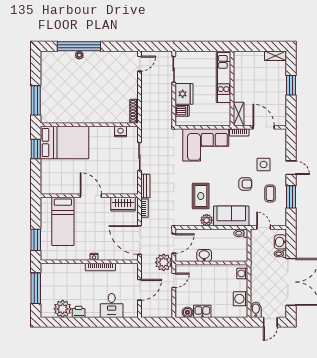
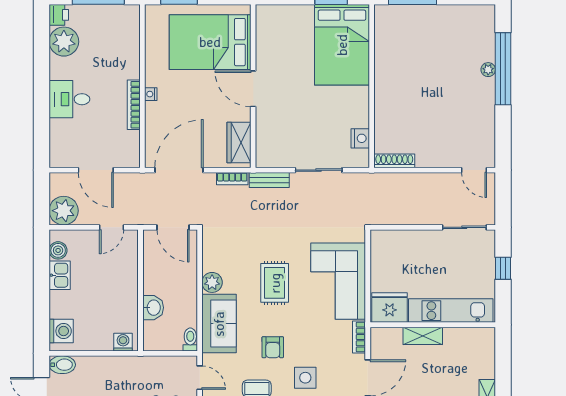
window: (198, 46) -> (503, 268), added
fridge: (184, 94) -> (390, 308), moved, turned 180
dishwasher: (182, 111) -> (395, 241), removed
shelving: (239, 114) -> (423, 336), moved
door: (91, 196) -> (253, 89), swing flipped
rug: (201, 196) -> (275, 283), moved, turned 90
bed: (63, 221) -> (210, 42), width x1.50
door: (264, 228) -> (200, 378), hinge flipped
washbasin: (204, 255) -> (153, 308), moved
plant: (164, 262) -> (64, 211), moved
door: (174, 280) -> (111, 227), hinge flipped
washing machine: (241, 299) -> (61, 331), moved, turned 90
desk: (112, 305) -> (69, 99), moved
printer: (79, 312) -> (59, 15), moved

